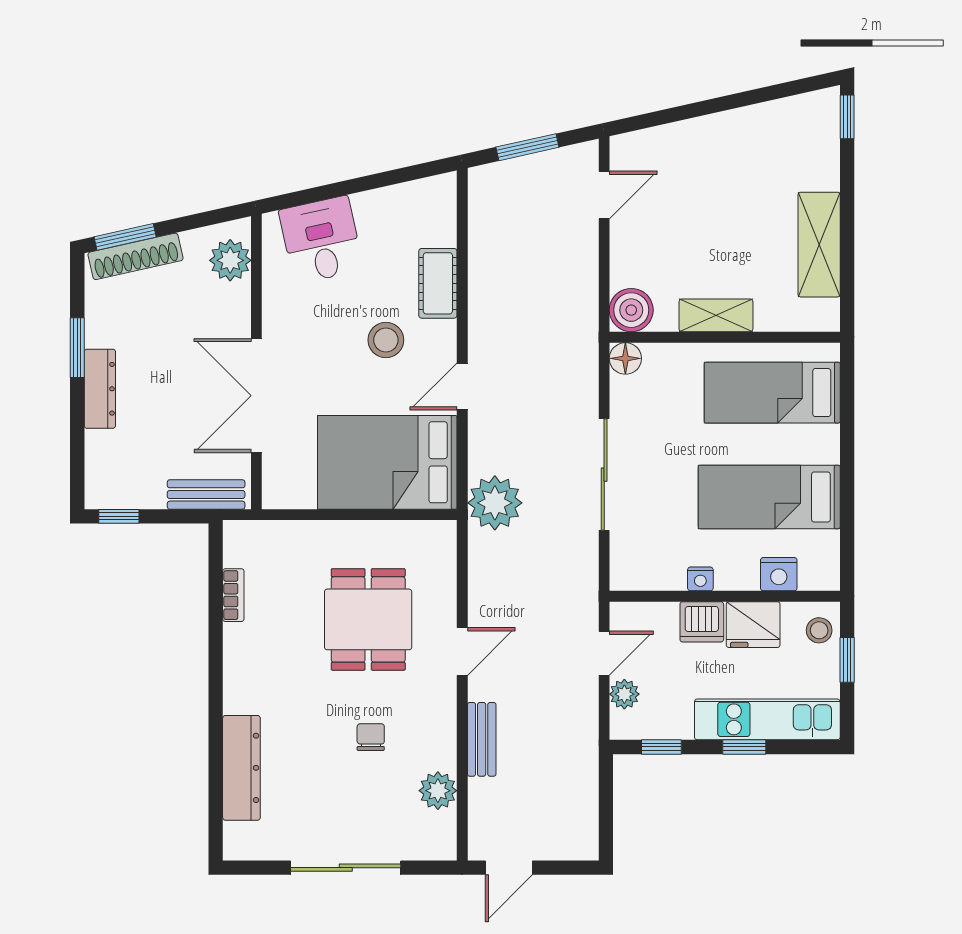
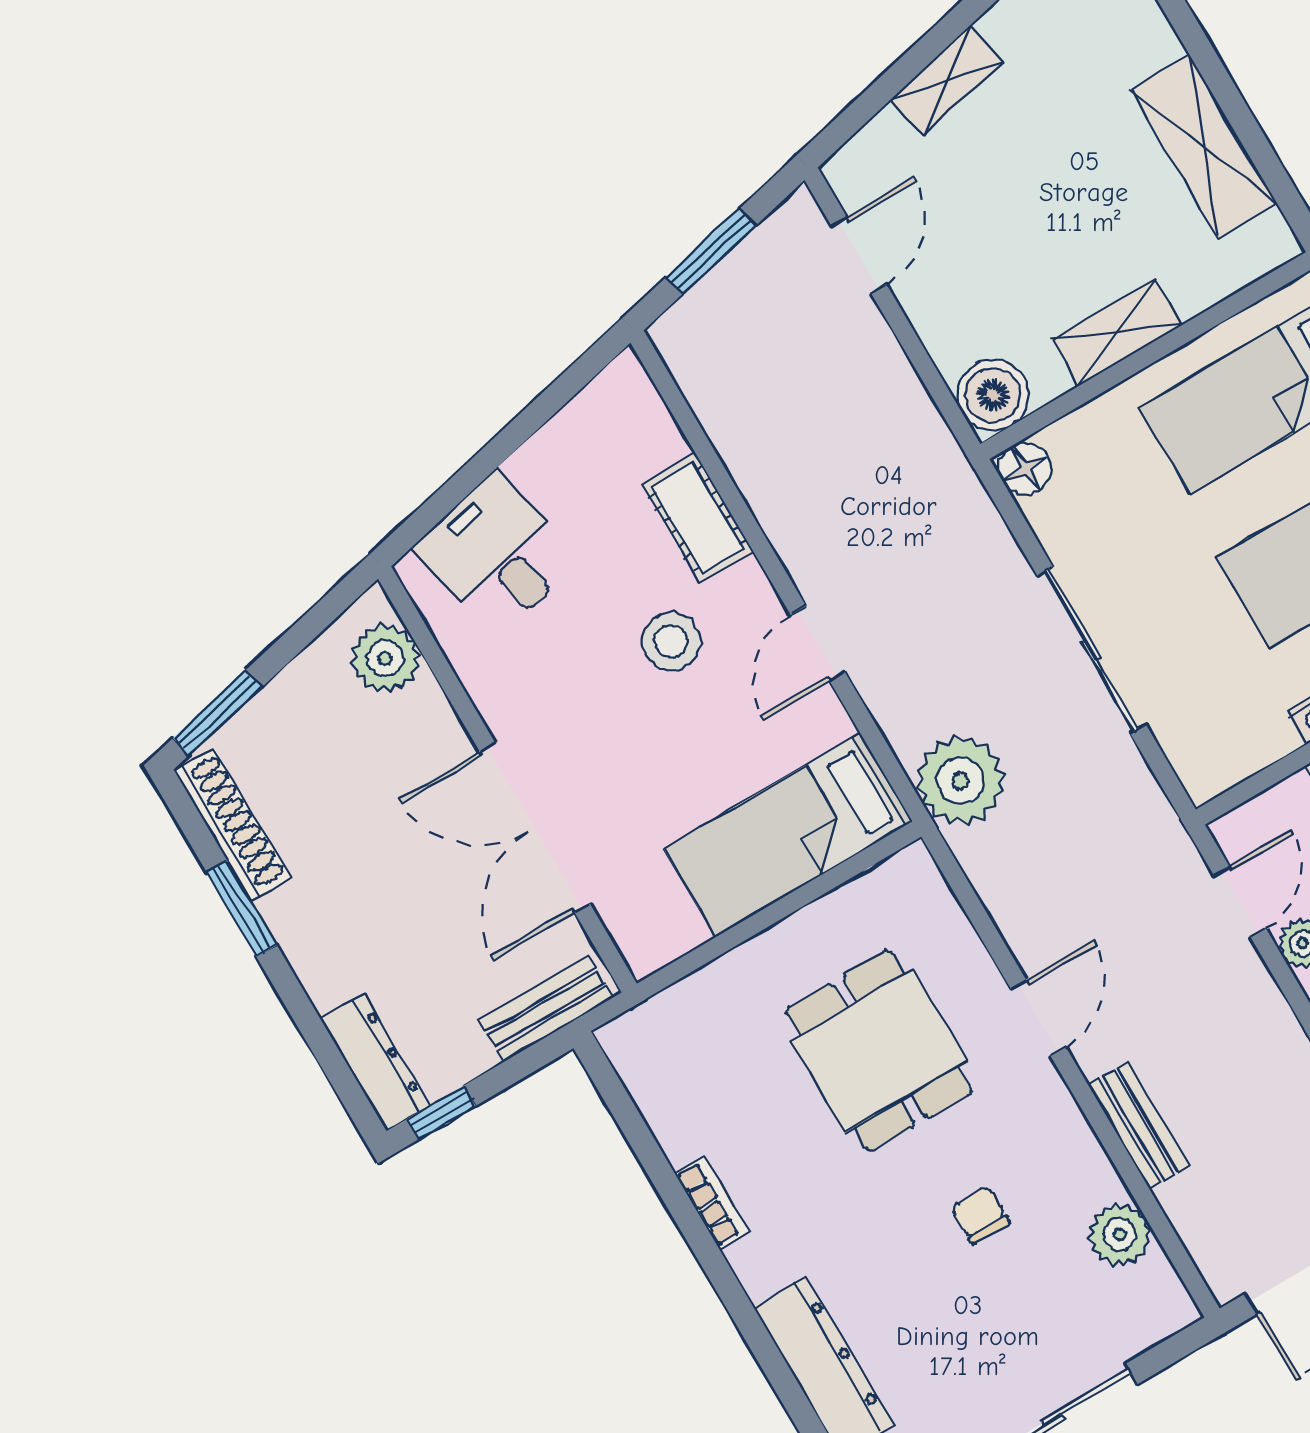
shelving: (704, 130) -> (947, 80), added
shoe rack: (135, 256) -> (233, 824), moved, turned -77
dresser: (100, 389) -> (375, 1062), moved
bed: (387, 462) -> (788, 835), width x0.67
bookcase: (233, 595) -> (712, 1203), moved

